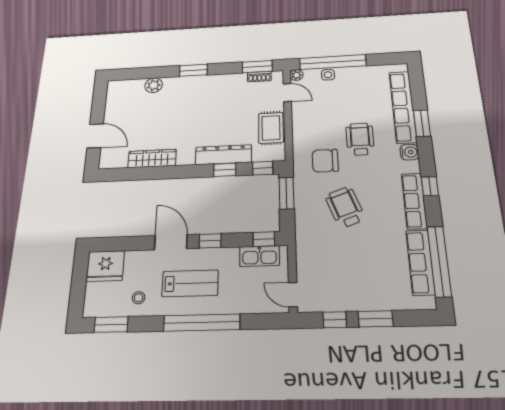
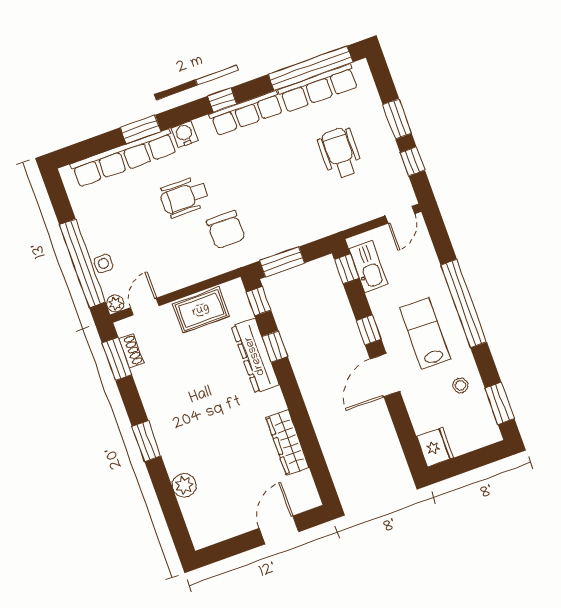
wheelchair: (345, 207) -> (340, 153), moved, turned 110
fridge: (105, 266) -> (435, 447), width x0.73, depth x0.75

